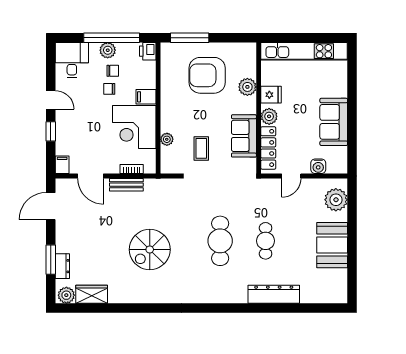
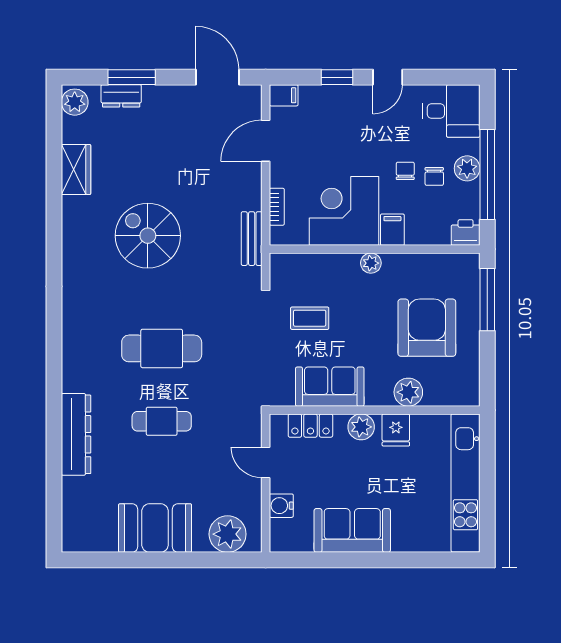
plant: (167, 139) -> (371, 263), moved
locker: (268, 148) -> (310, 426), width x0.66
bench: (126, 185) -> (252, 239), moved
wardrobe: (92, 294) -> (76, 170), moved

